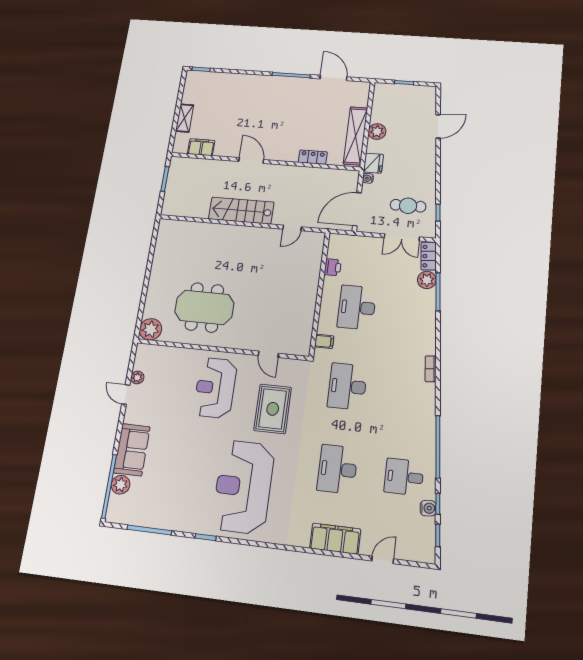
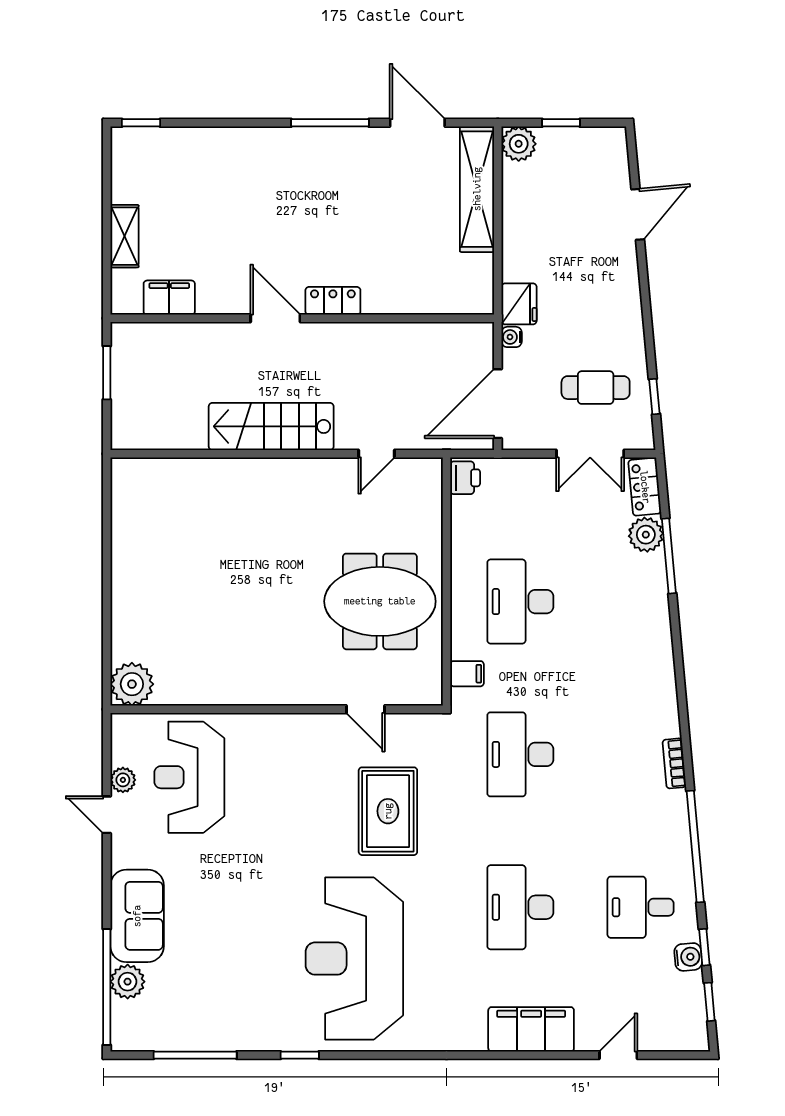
plant: (377, 132) -> (519, 144), moved
shelving: (356, 136) -> (477, 189), moved
locker: (313, 157) -> (333, 301), moved
printer: (333, 267) -> (465, 478), moved
meeting table: (204, 307) -> (380, 601), moved
bookcase: (431, 369) -> (674, 763), moved
reception desk: (215, 388) -> (189, 777), moved

